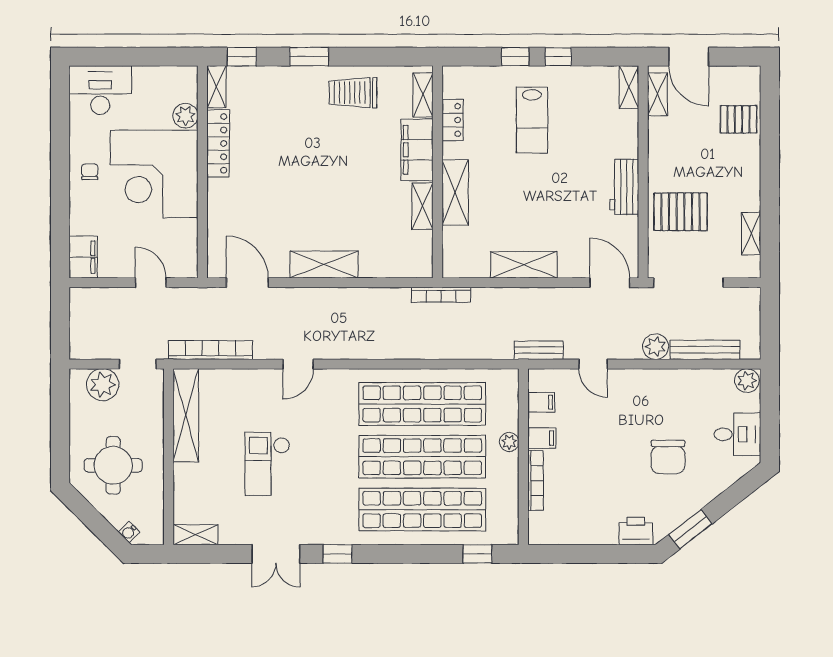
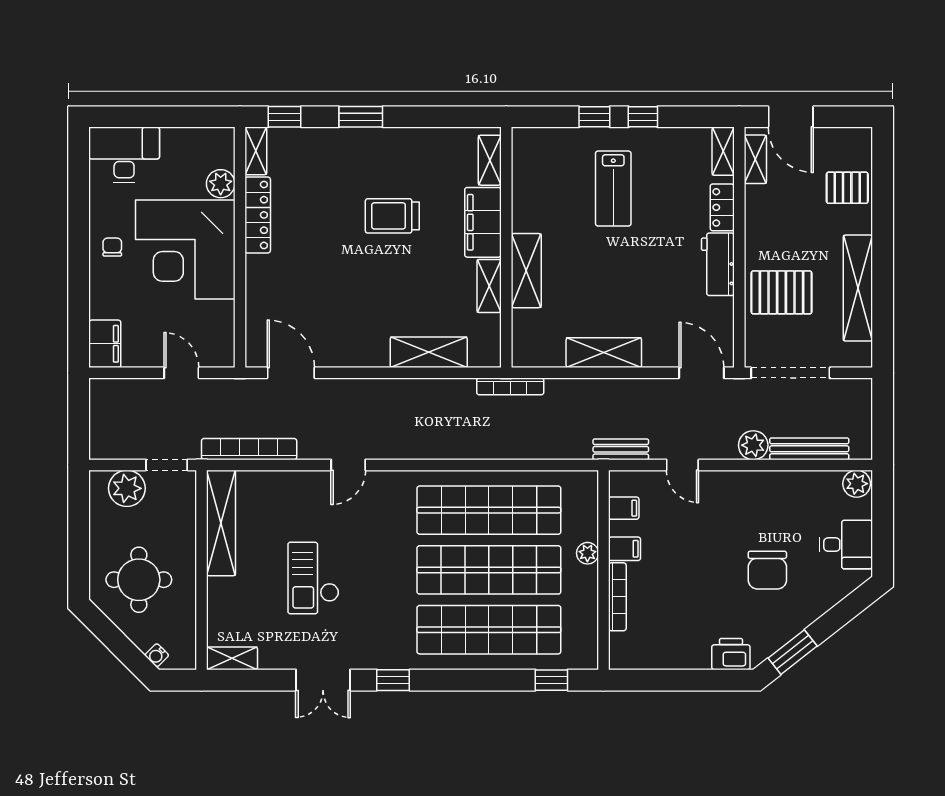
trolley: (353, 93) -> (392, 216), moved
locker: (452, 120) -> (722, 207), moved, turned 180
shelving: (751, 233) -> (858, 288), width x2.20, depth x1.33
shelving: (324, 265) -> (429, 352), moved

